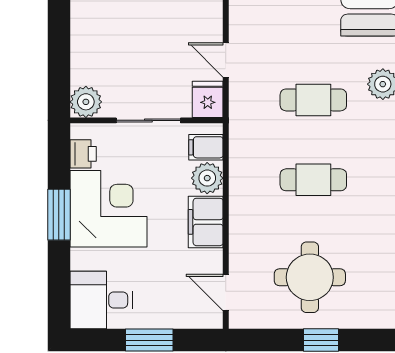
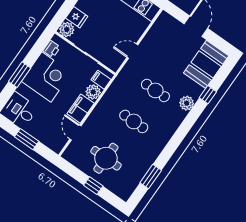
door: (226, 60) -> (132, 51), hinge flipped
fridge: (208, 99) -> (77, 17), moved, turned 90
window: (59, 215) -> (20, 75), moved
door: (226, 292) -> (75, 132), moved

